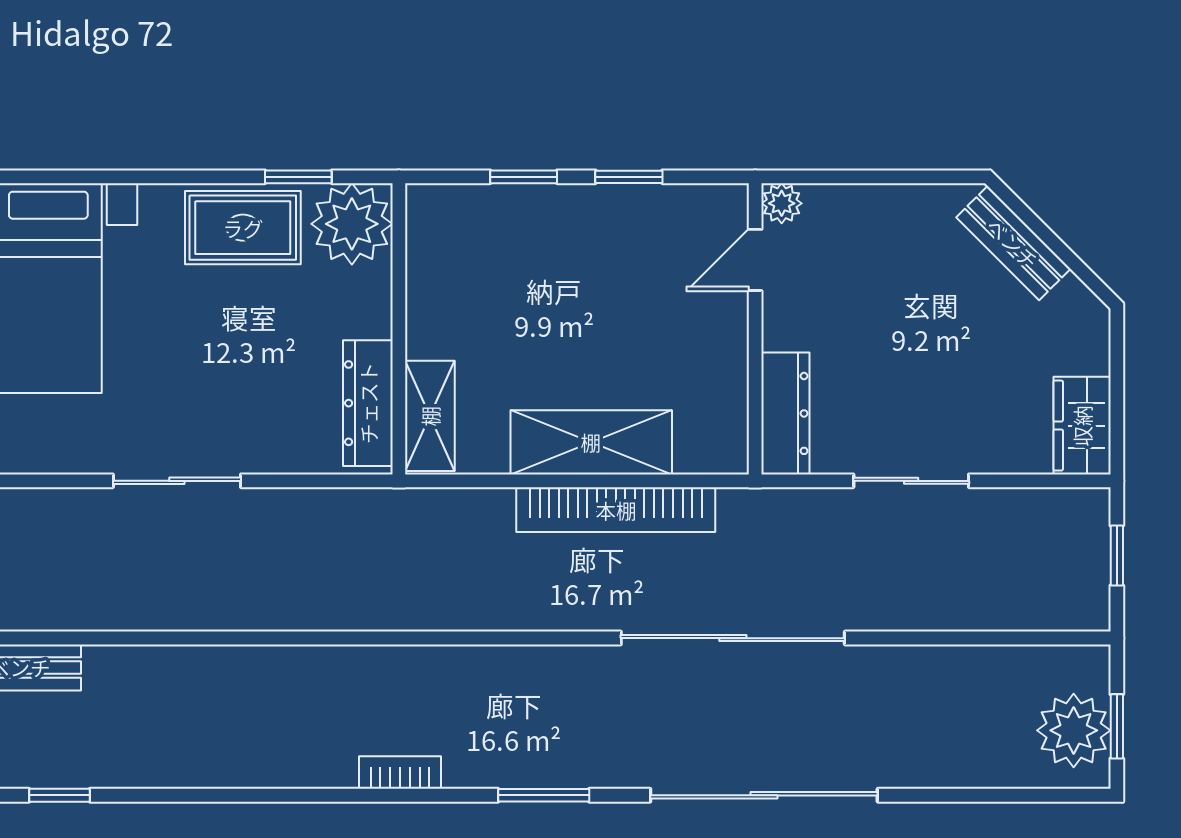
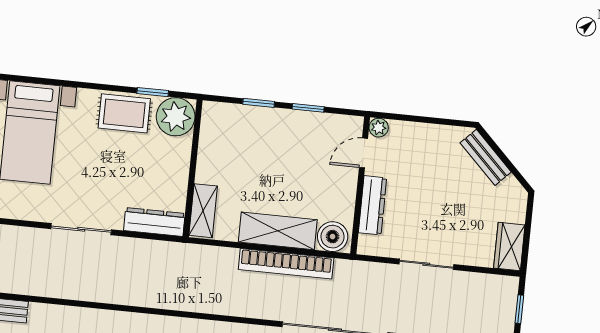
dresser: (368, 403) -> (154, 222), moved, turned 90
dresser: (785, 413) -> (373, 205), moved
boiler: (708, 443) -> (333, 237), added

